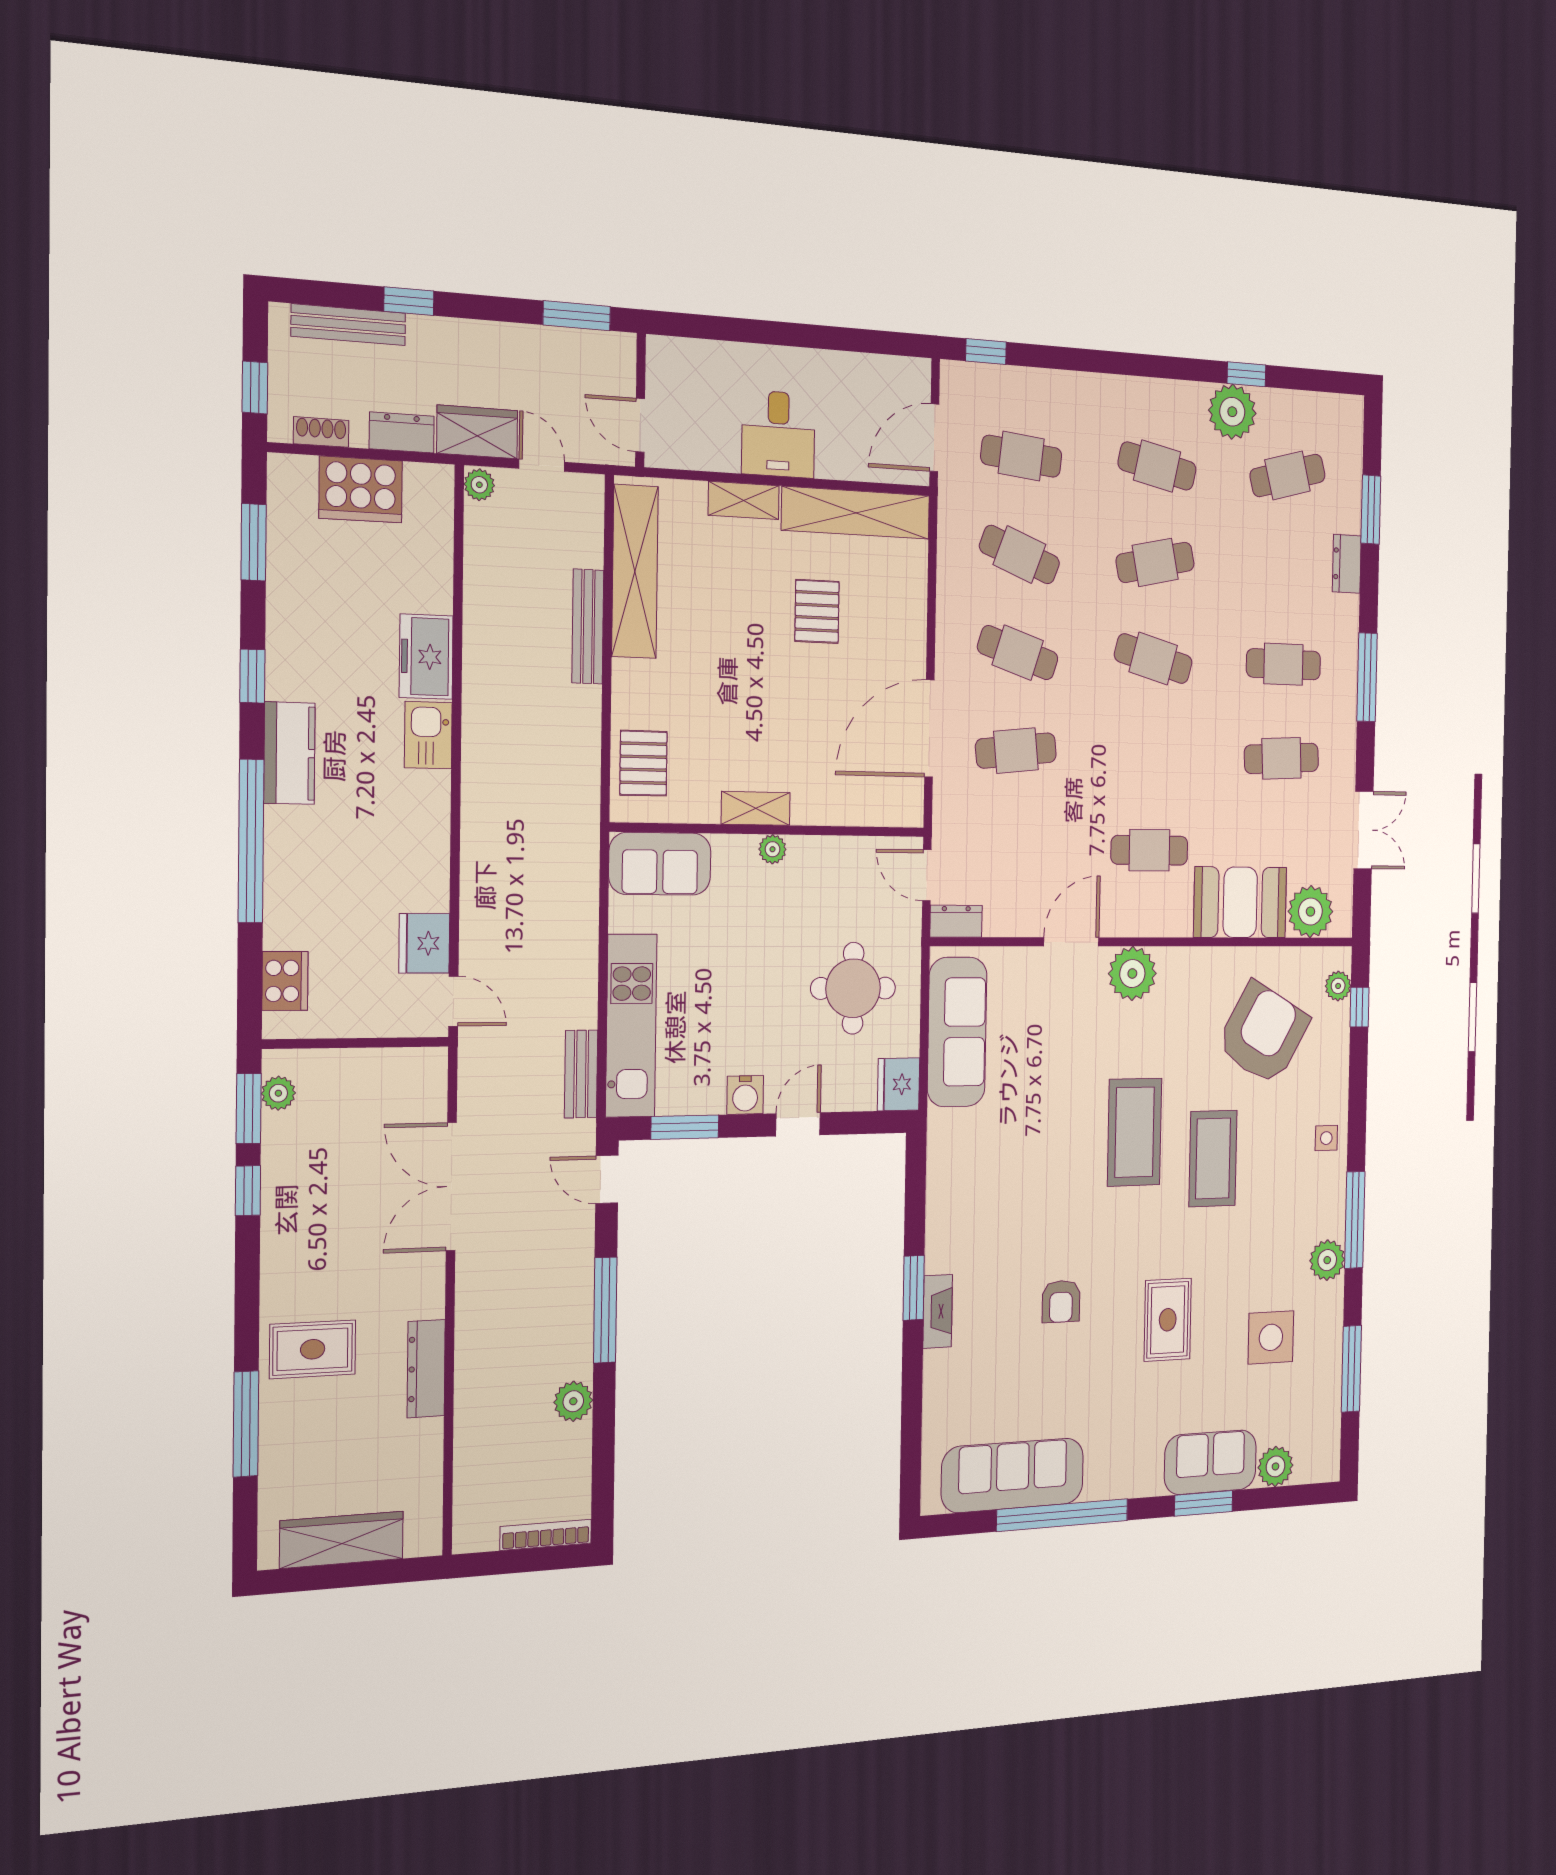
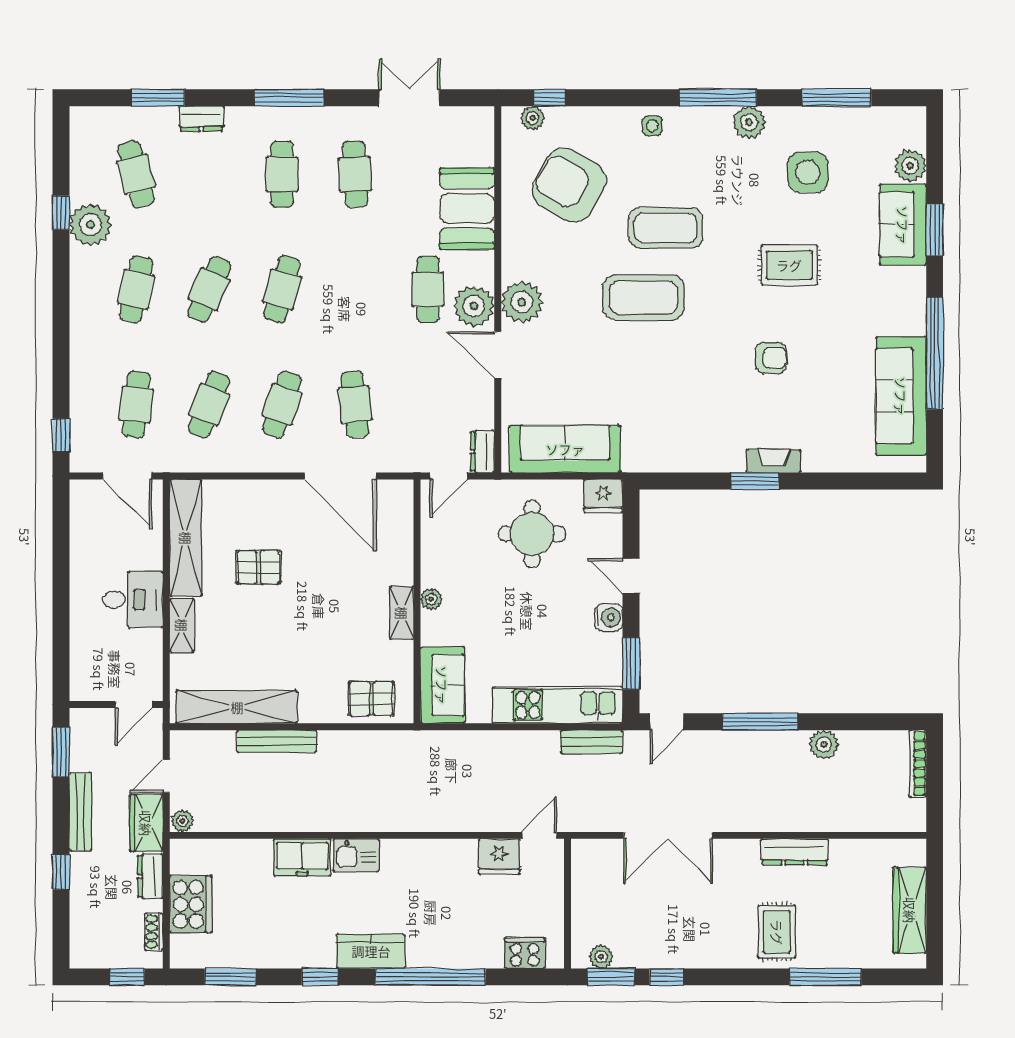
bench: (348, 325) -> (80, 812), moved
cafe table: (1155, 562) -> (209, 289), turned 36
plant: (1310, 912) -> (474, 306), moved

